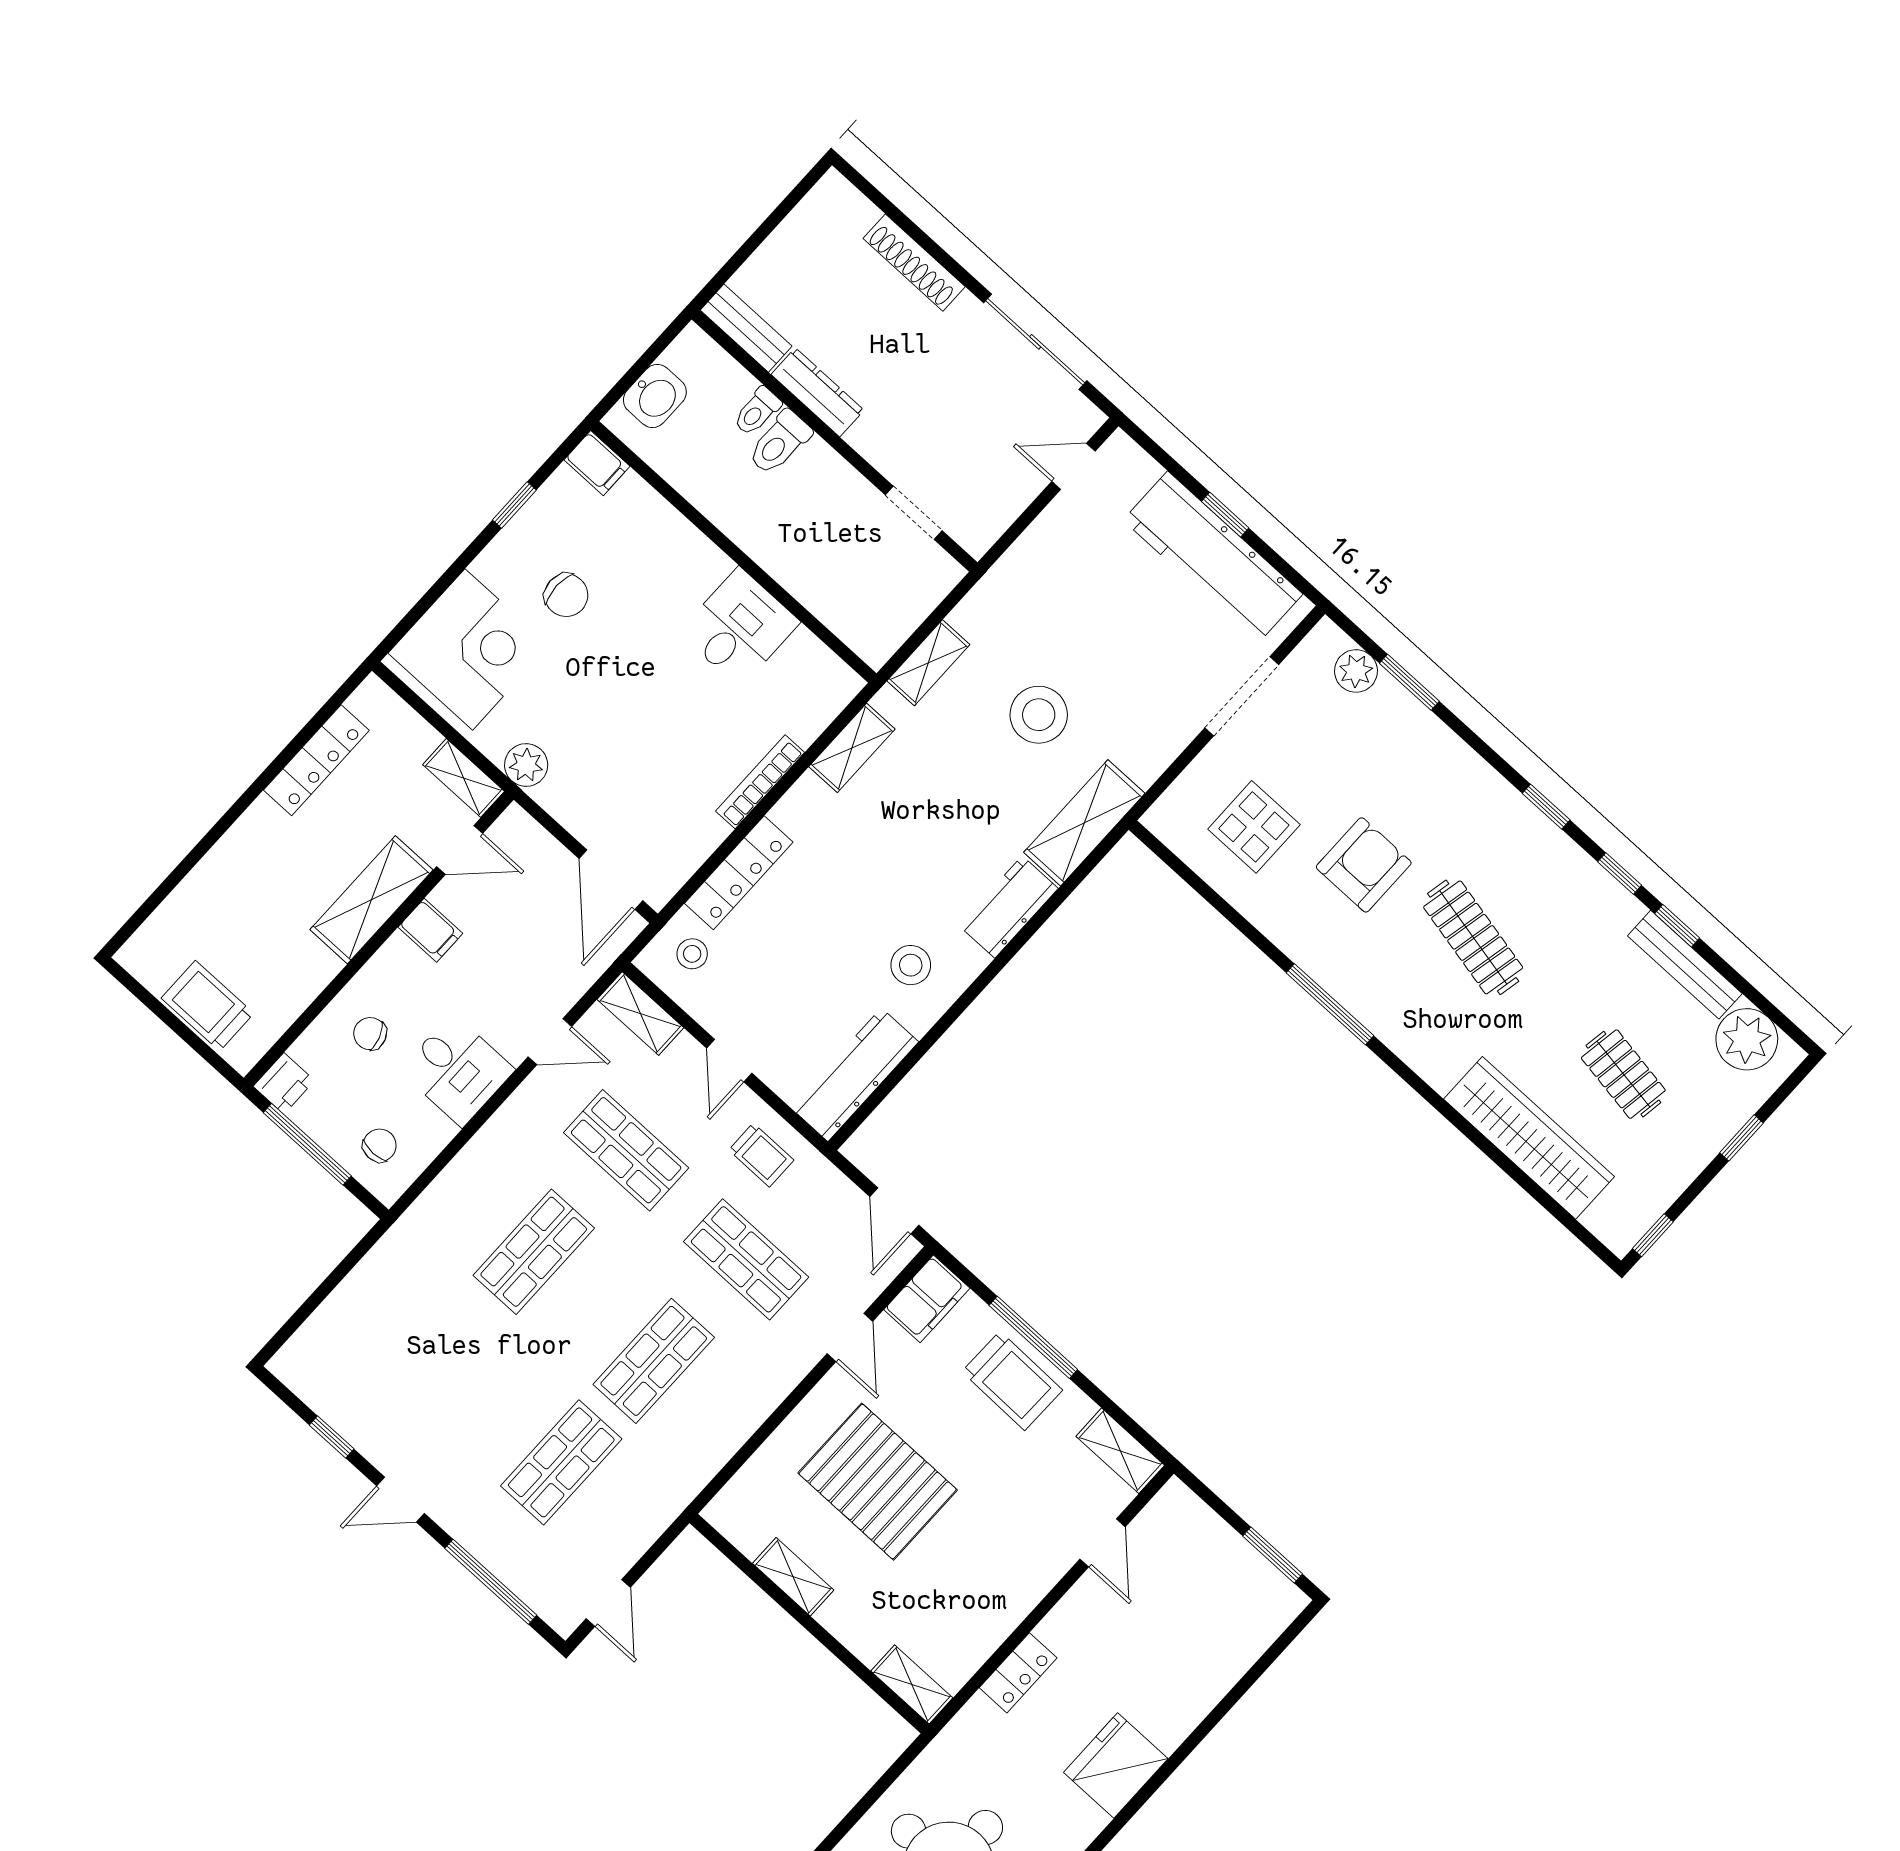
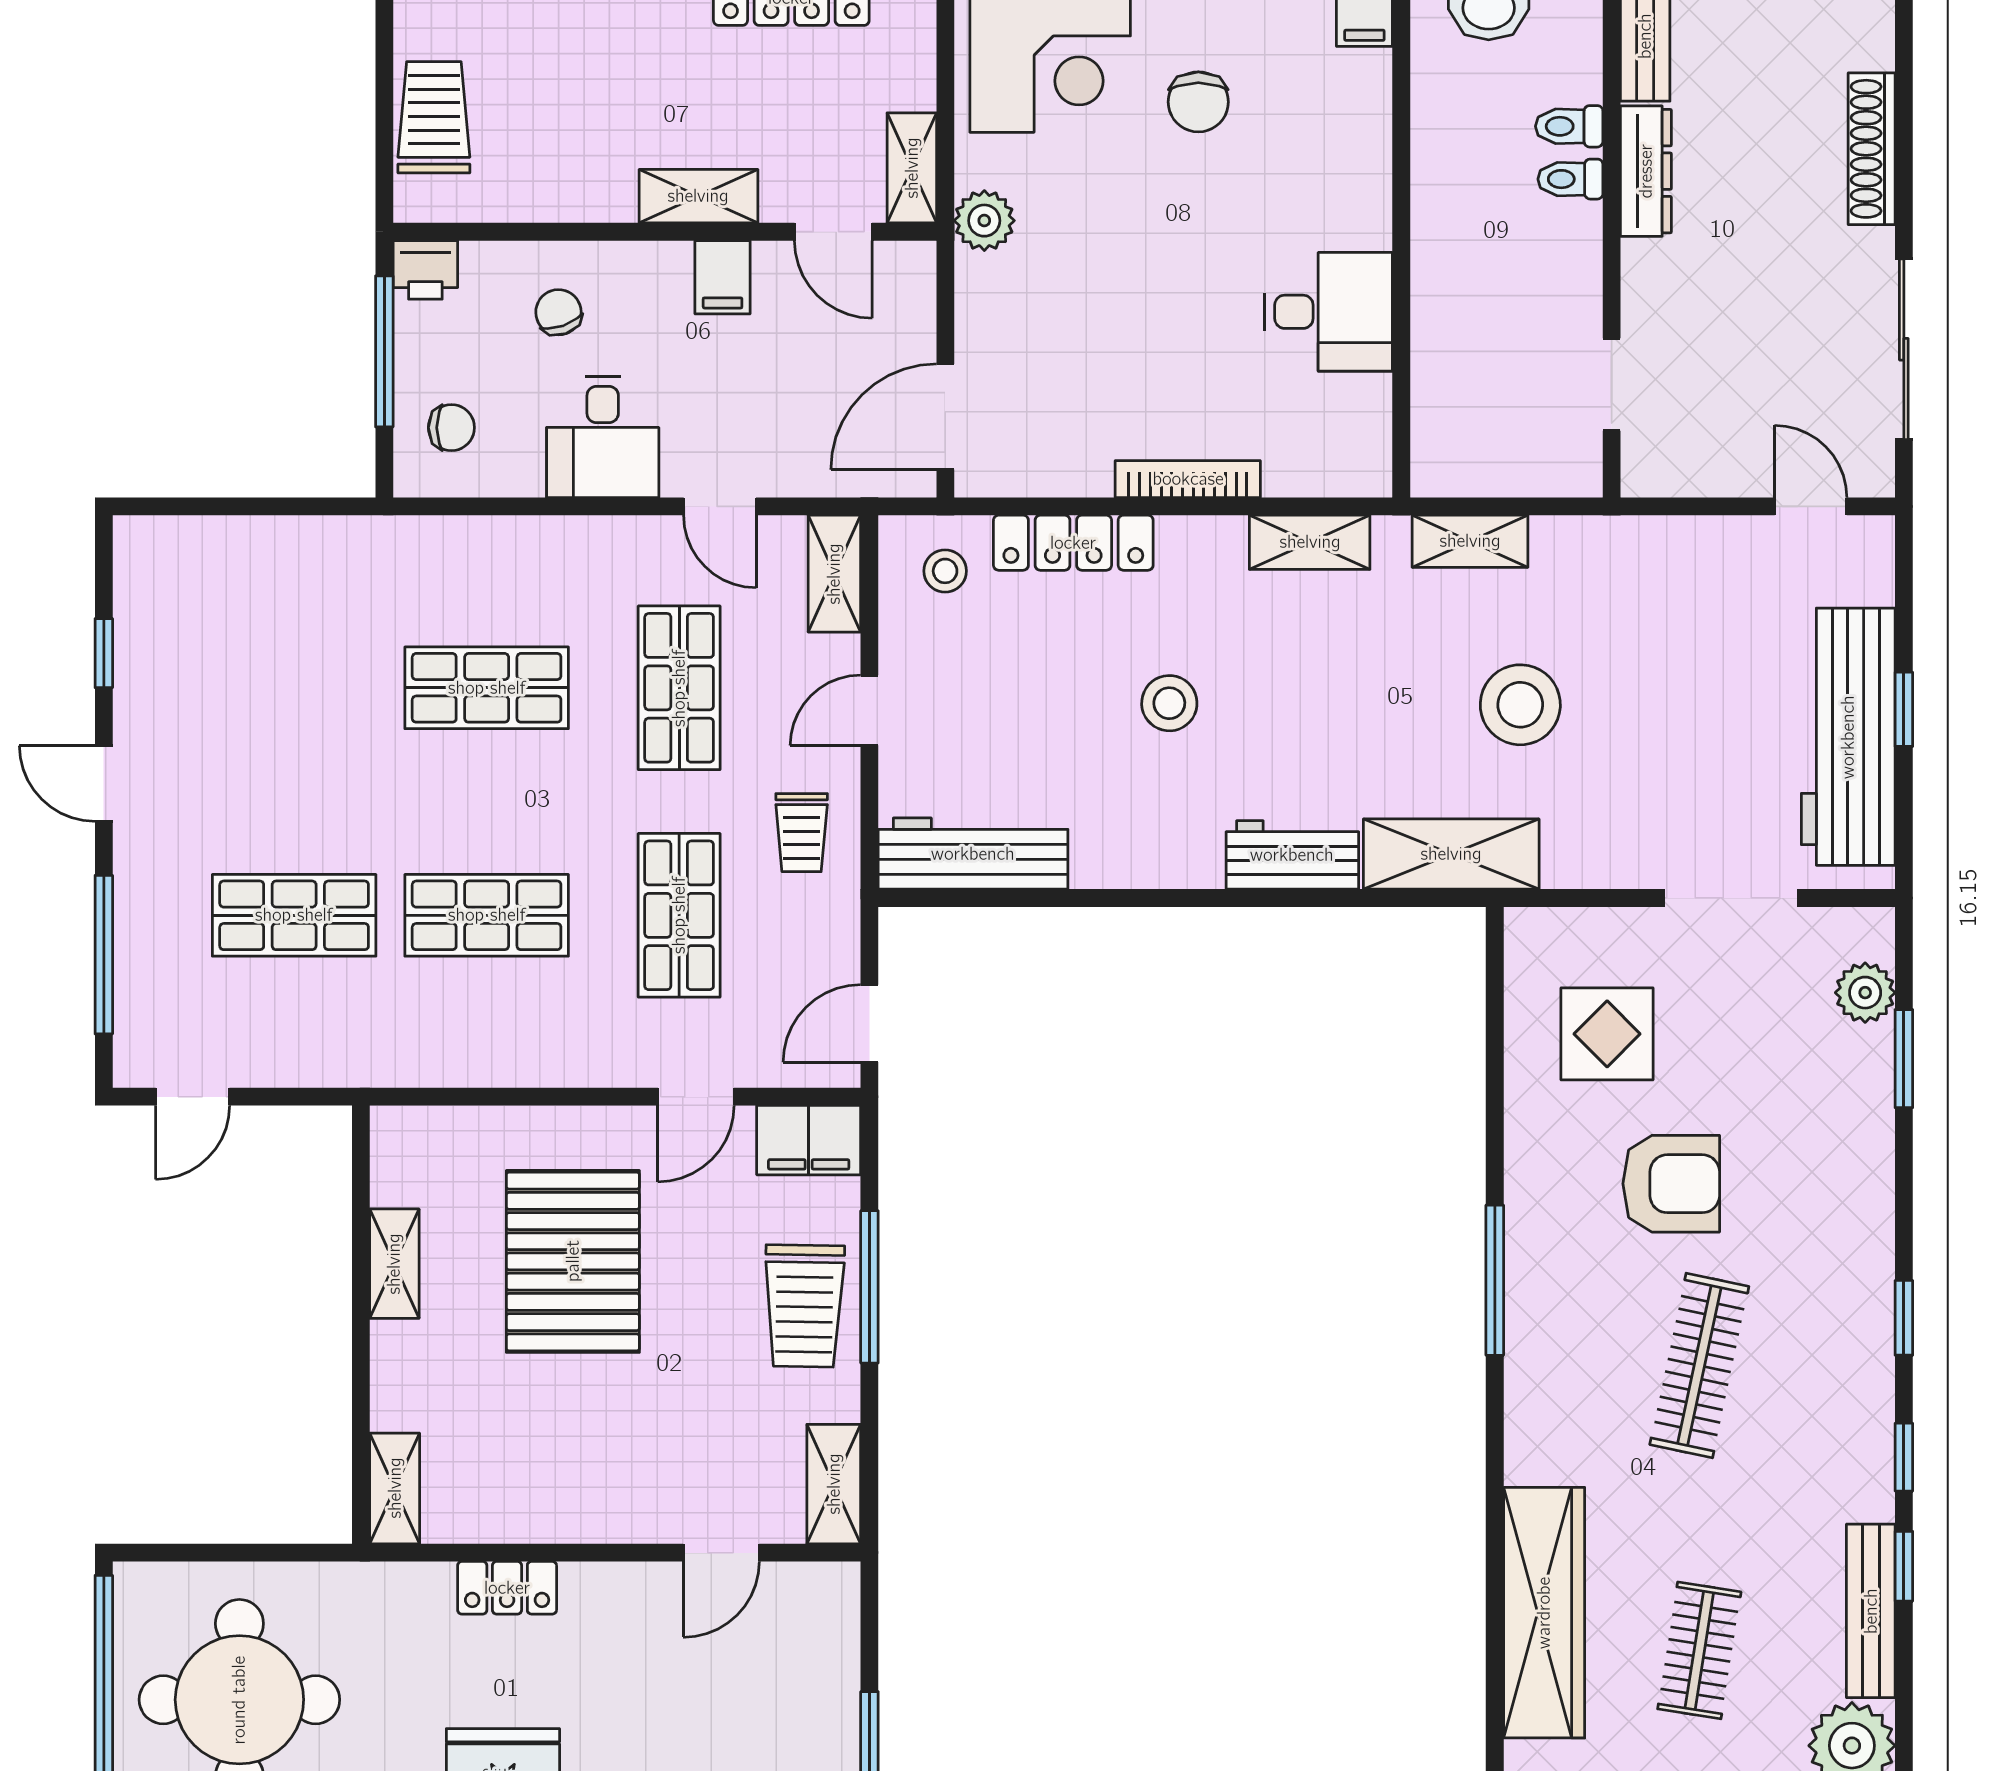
toilet: (779, 443) -> (1570, 179), width x0.73, depth x0.72
shelving: (371, 900) -> (698, 196), width x0.67, depth x0.75
stool: (911, 965) -> (1169, 703), moved

